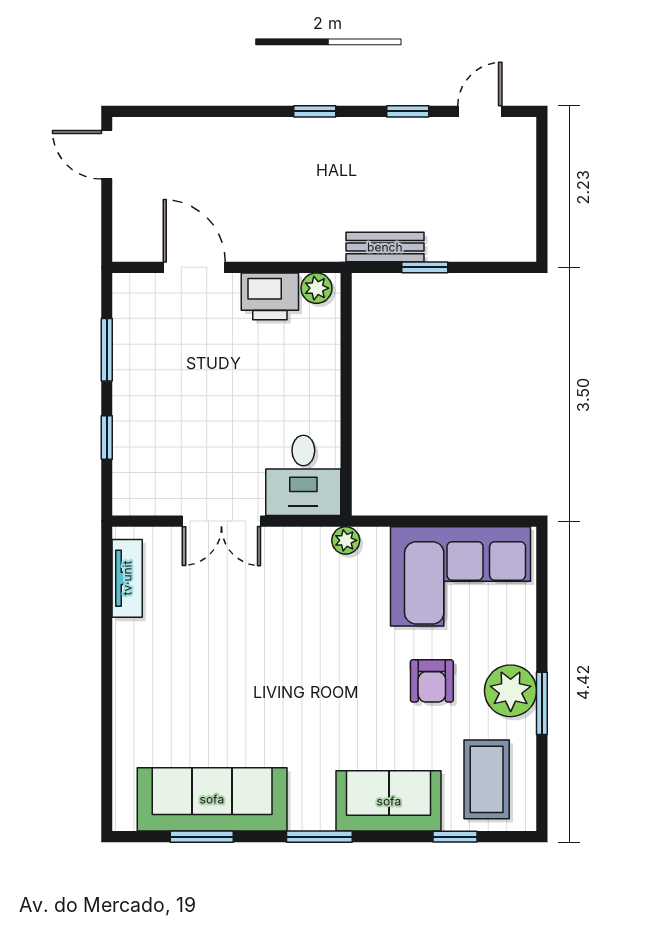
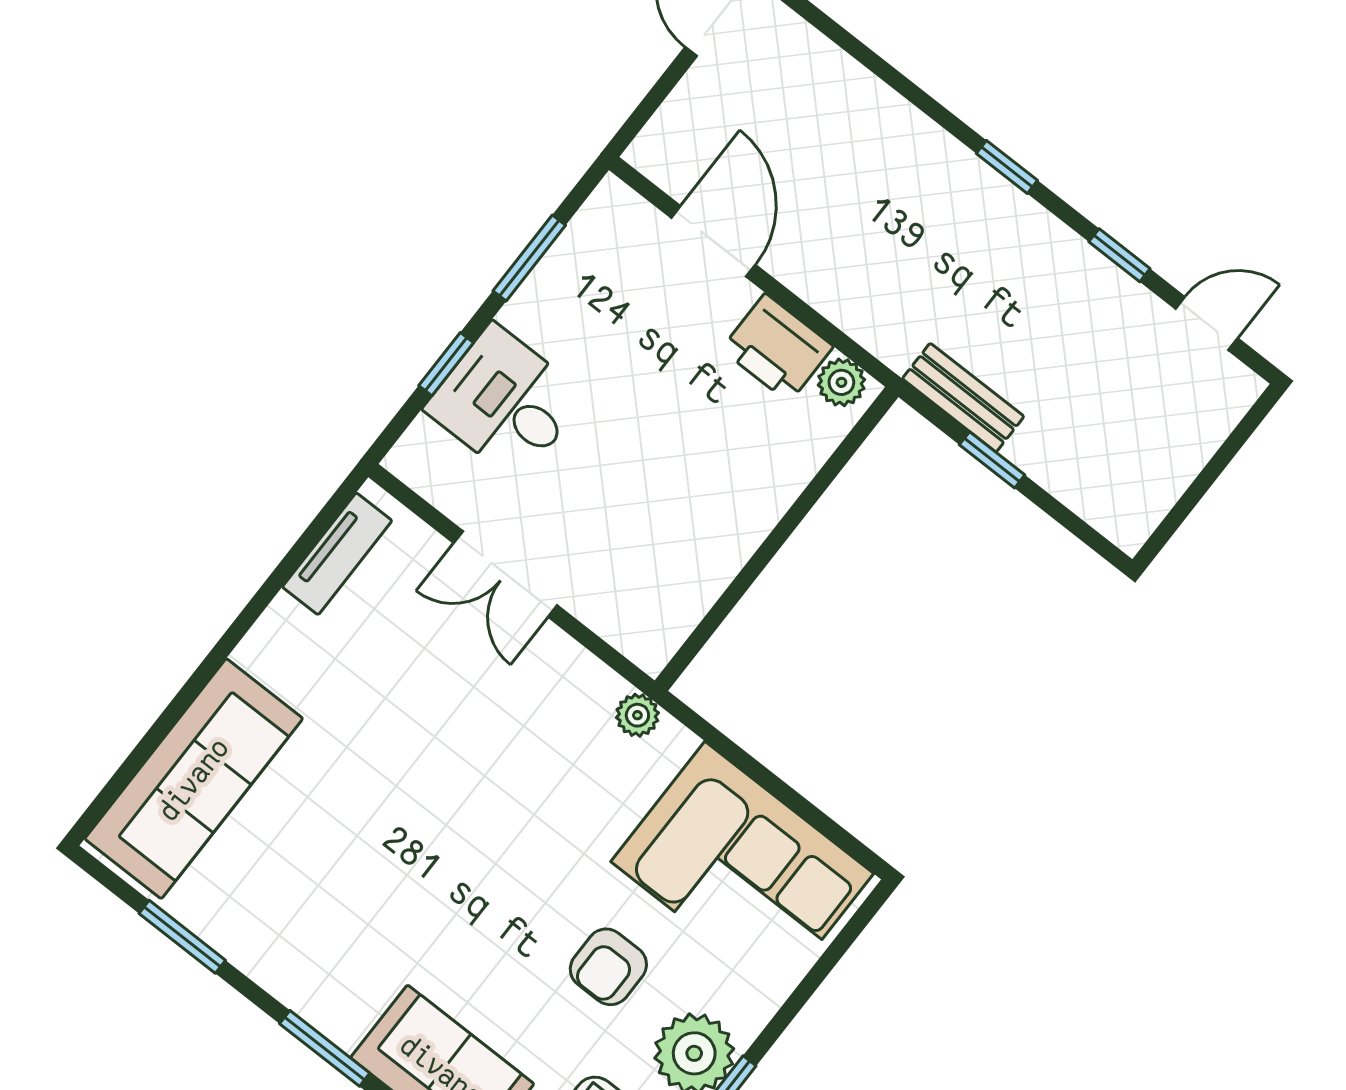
desk: (303, 475) -> (505, 402), moved, turned 90
sofa: (212, 799) -> (194, 779), moved, turned 90

